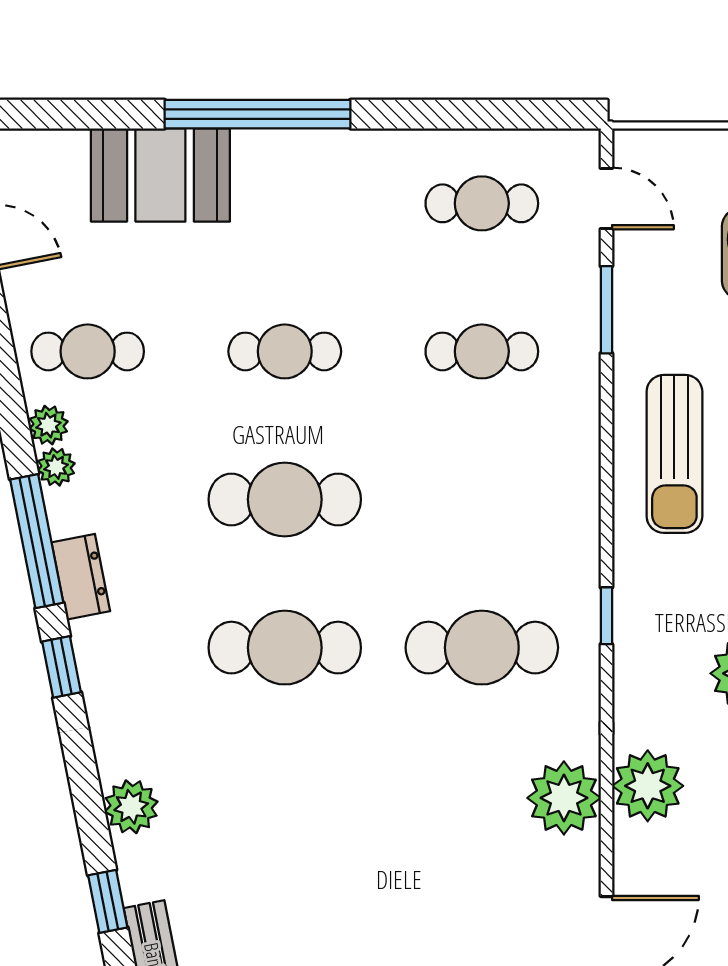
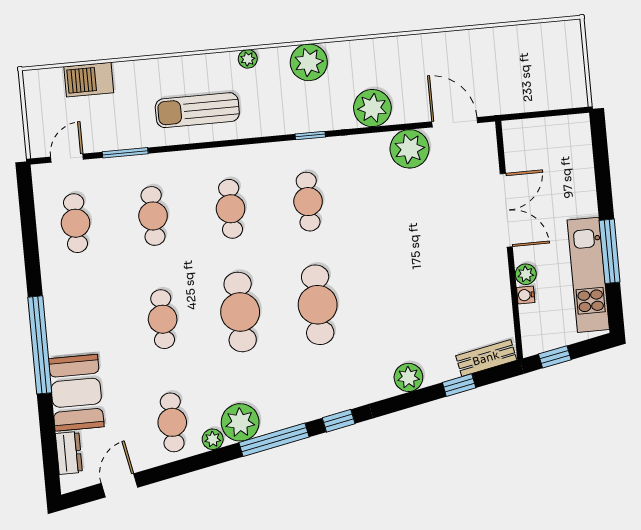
sun lounger: (674, 454) -> (197, 110), turned 180
plant: (56, 467) -> (240, 422), width x1.87, depth x1.87
cafe table: (482, 499) -> (231, 209), added
dresser: (81, 577) -> (69, 453), moved, turned 101
window: (606, 616) -> (310, 136), moved
cafe table: (482, 648) -> (308, 202), width x0.73, depth x0.74
plant: (564, 798) -> (409, 149), moved

